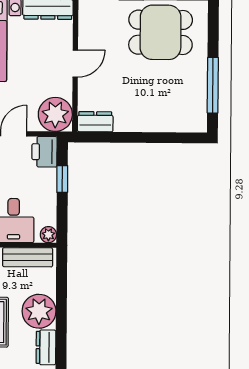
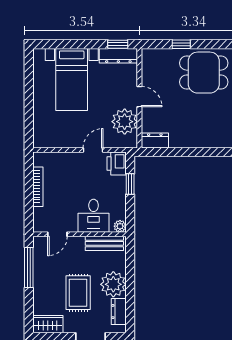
door: (75, 64) -> (139, 97), hinge flipped
plant: (55, 114) -> (125, 122), moved

